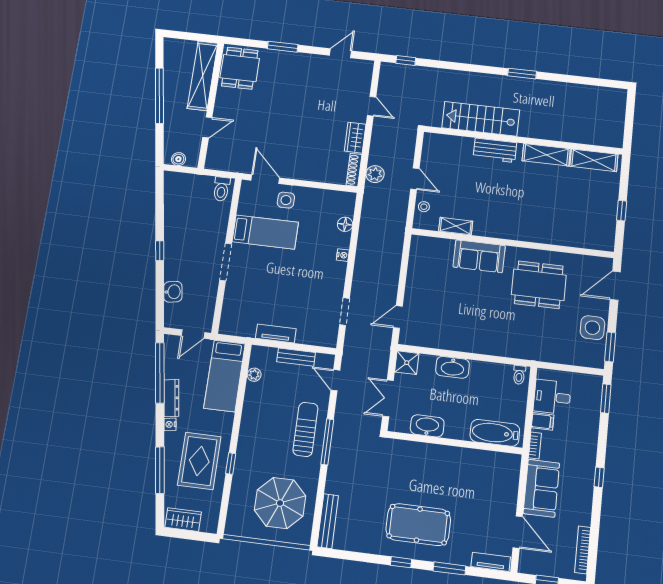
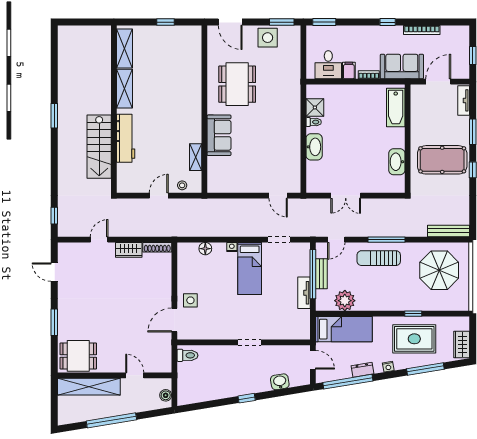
workbench: (495, 150) -> (126, 138), width x1.38
plant: (375, 174) -> (159, 229), removed
bed: (265, 232) -> (250, 268), moved, turned 180
doorway: (226, 262) -> (249, 342), width x0.73
window: (297, 347) -> (313, 274), added
shower: (407, 363) -> (315, 107), moved
plant: (254, 375) -> (345, 301), width x1.87, depth x1.87
toilet: (519, 375) -> (314, 122), moved
dresser: (171, 398) -> (363, 370), width x0.70
washbasin: (427, 426) -> (397, 162), moved
bathtub: (495, 433) -> (396, 107), moved
wall: (454, 443) -> (408, 139), moved
pool table: (418, 525) -> (442, 160), turned 90
bookcase: (583, 550) -> (422, 30), moved

